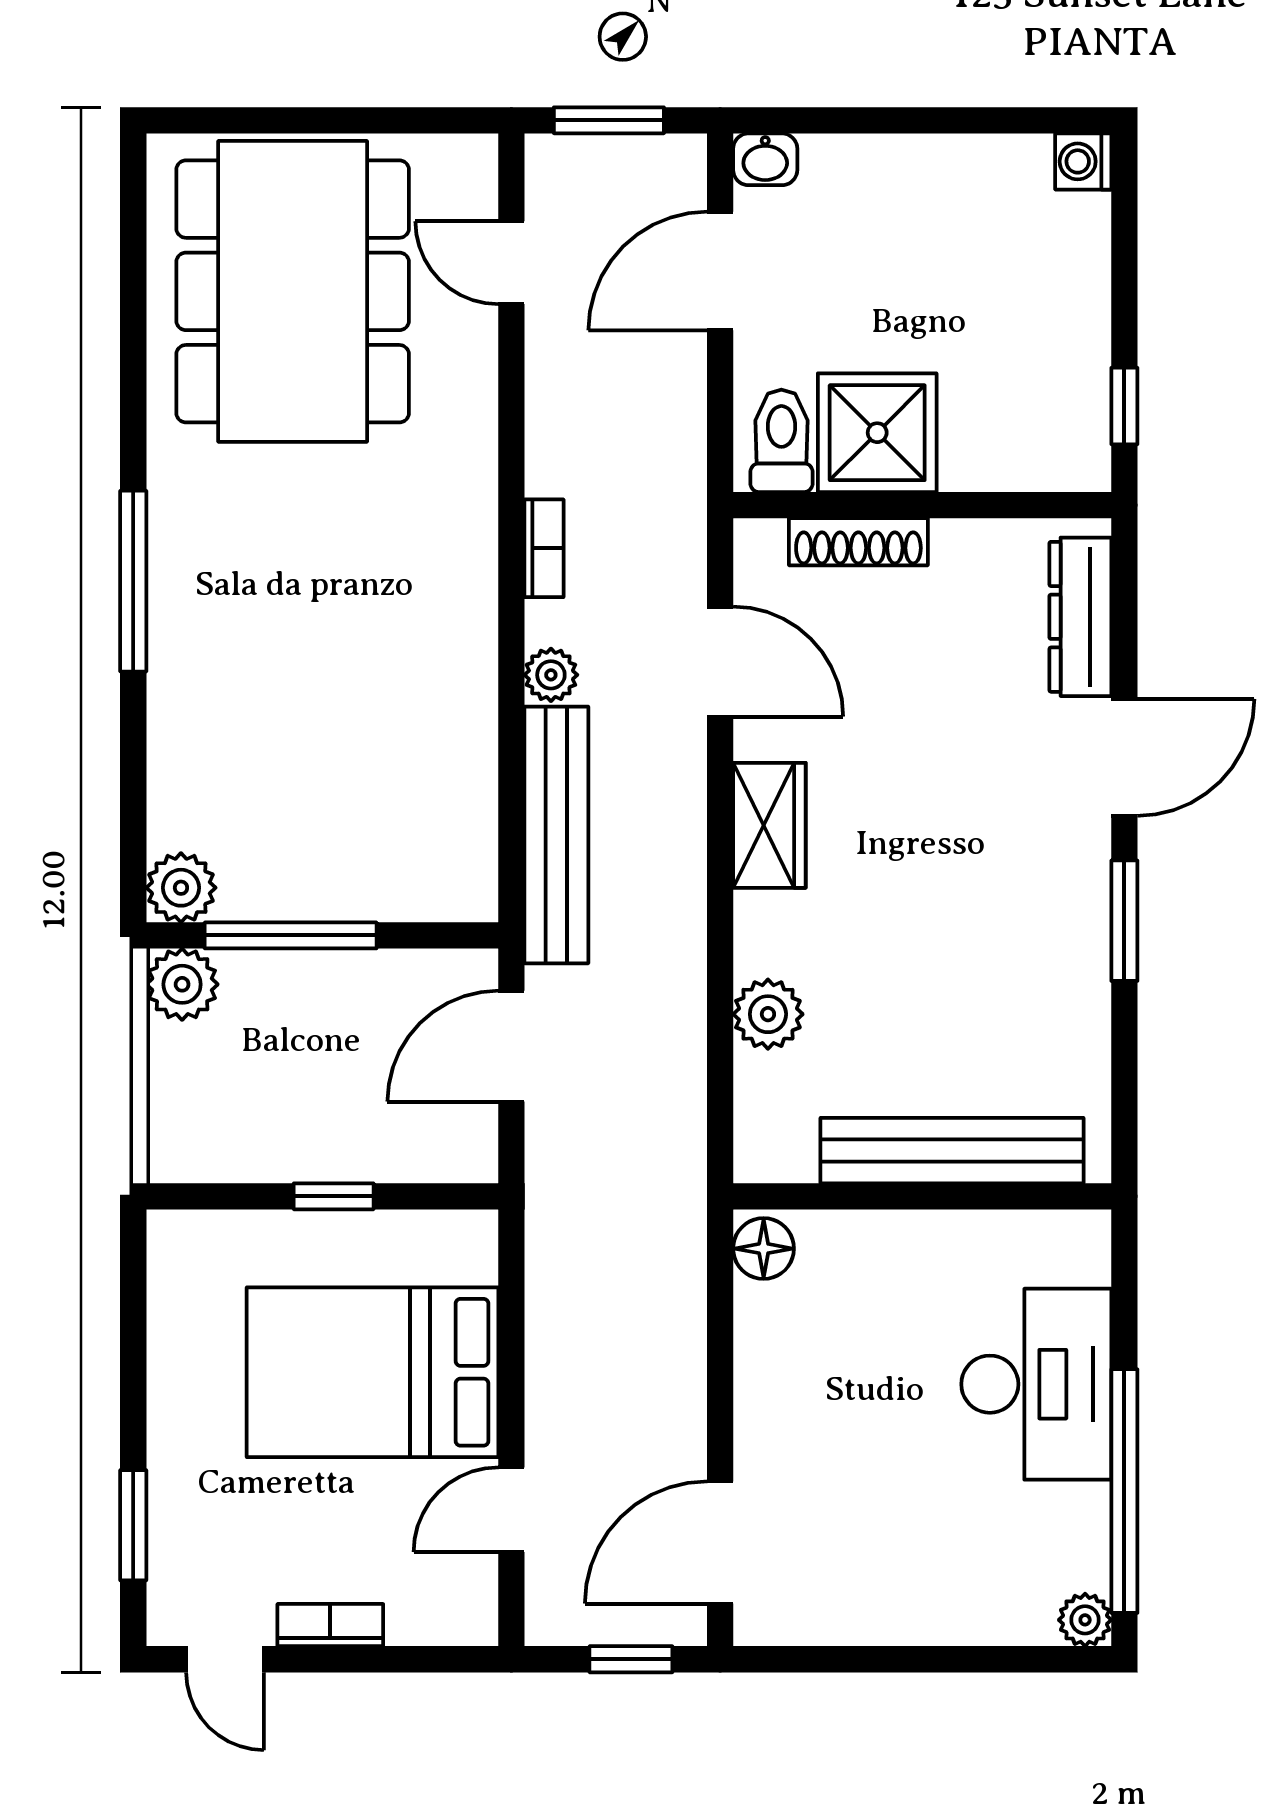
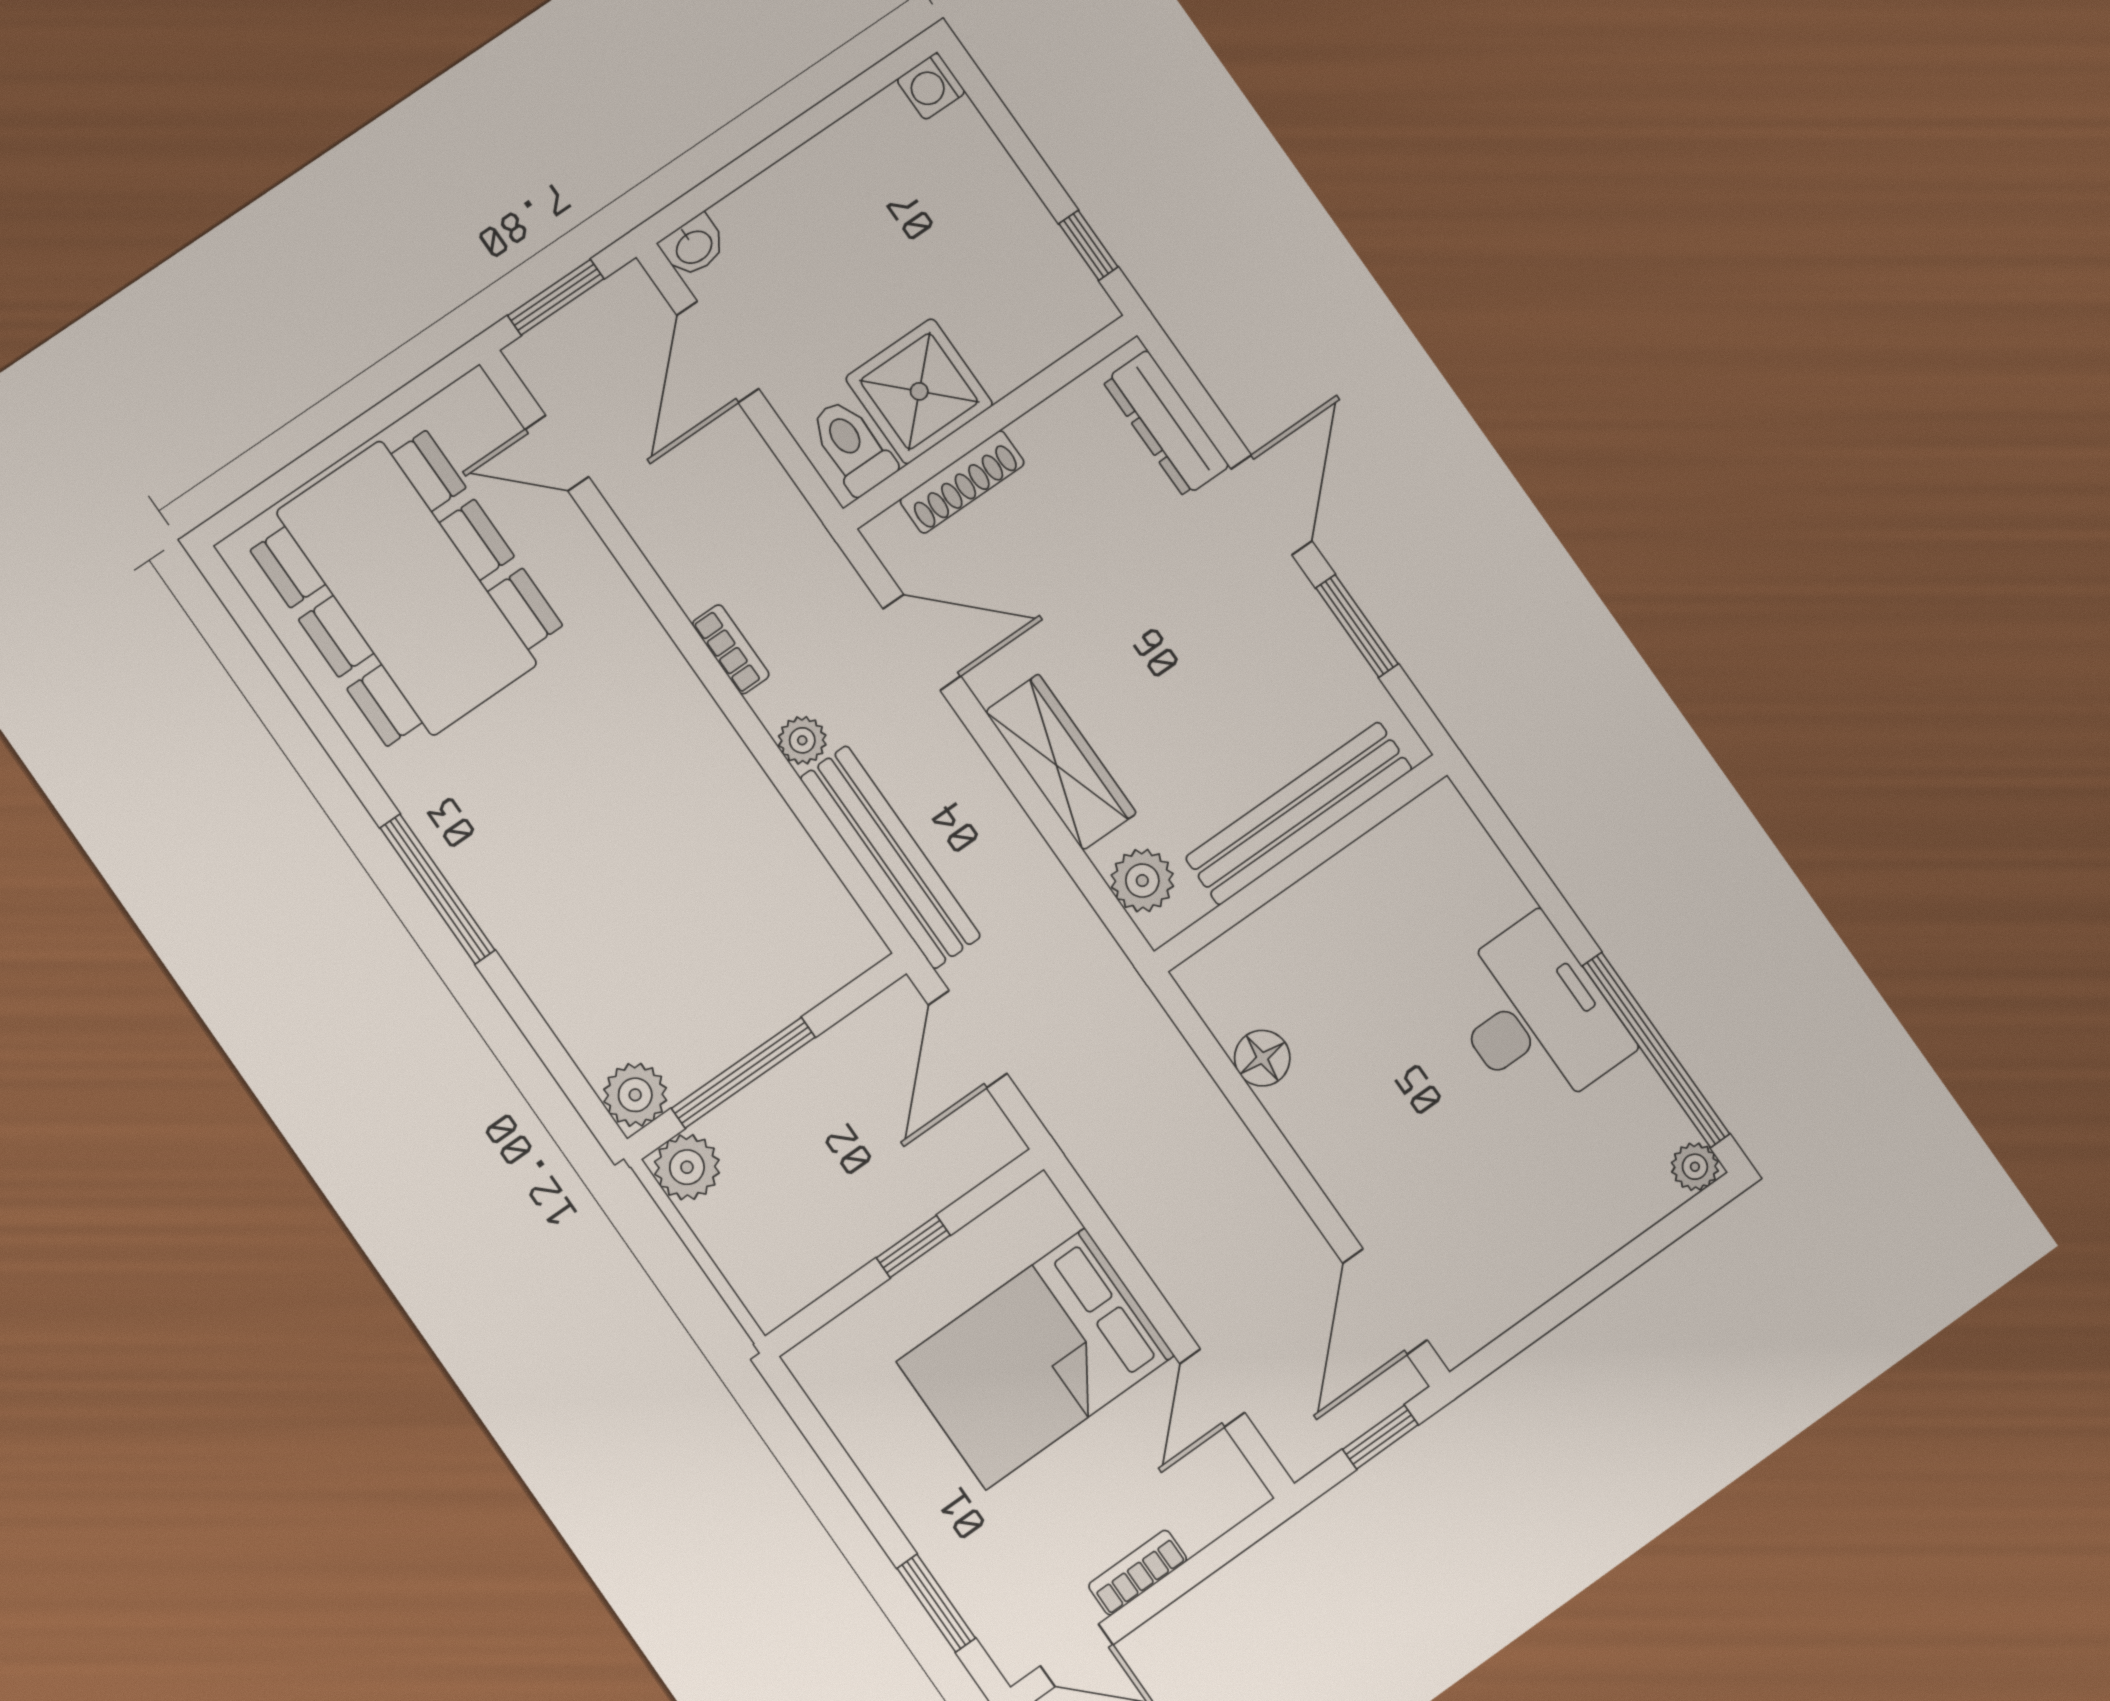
wardrobe: (769, 825) -> (1061, 762), width x1.50
bench: (952, 1151) -> (1299, 813), moved
wall: (922, 1196) -> (1301, 863), moved

